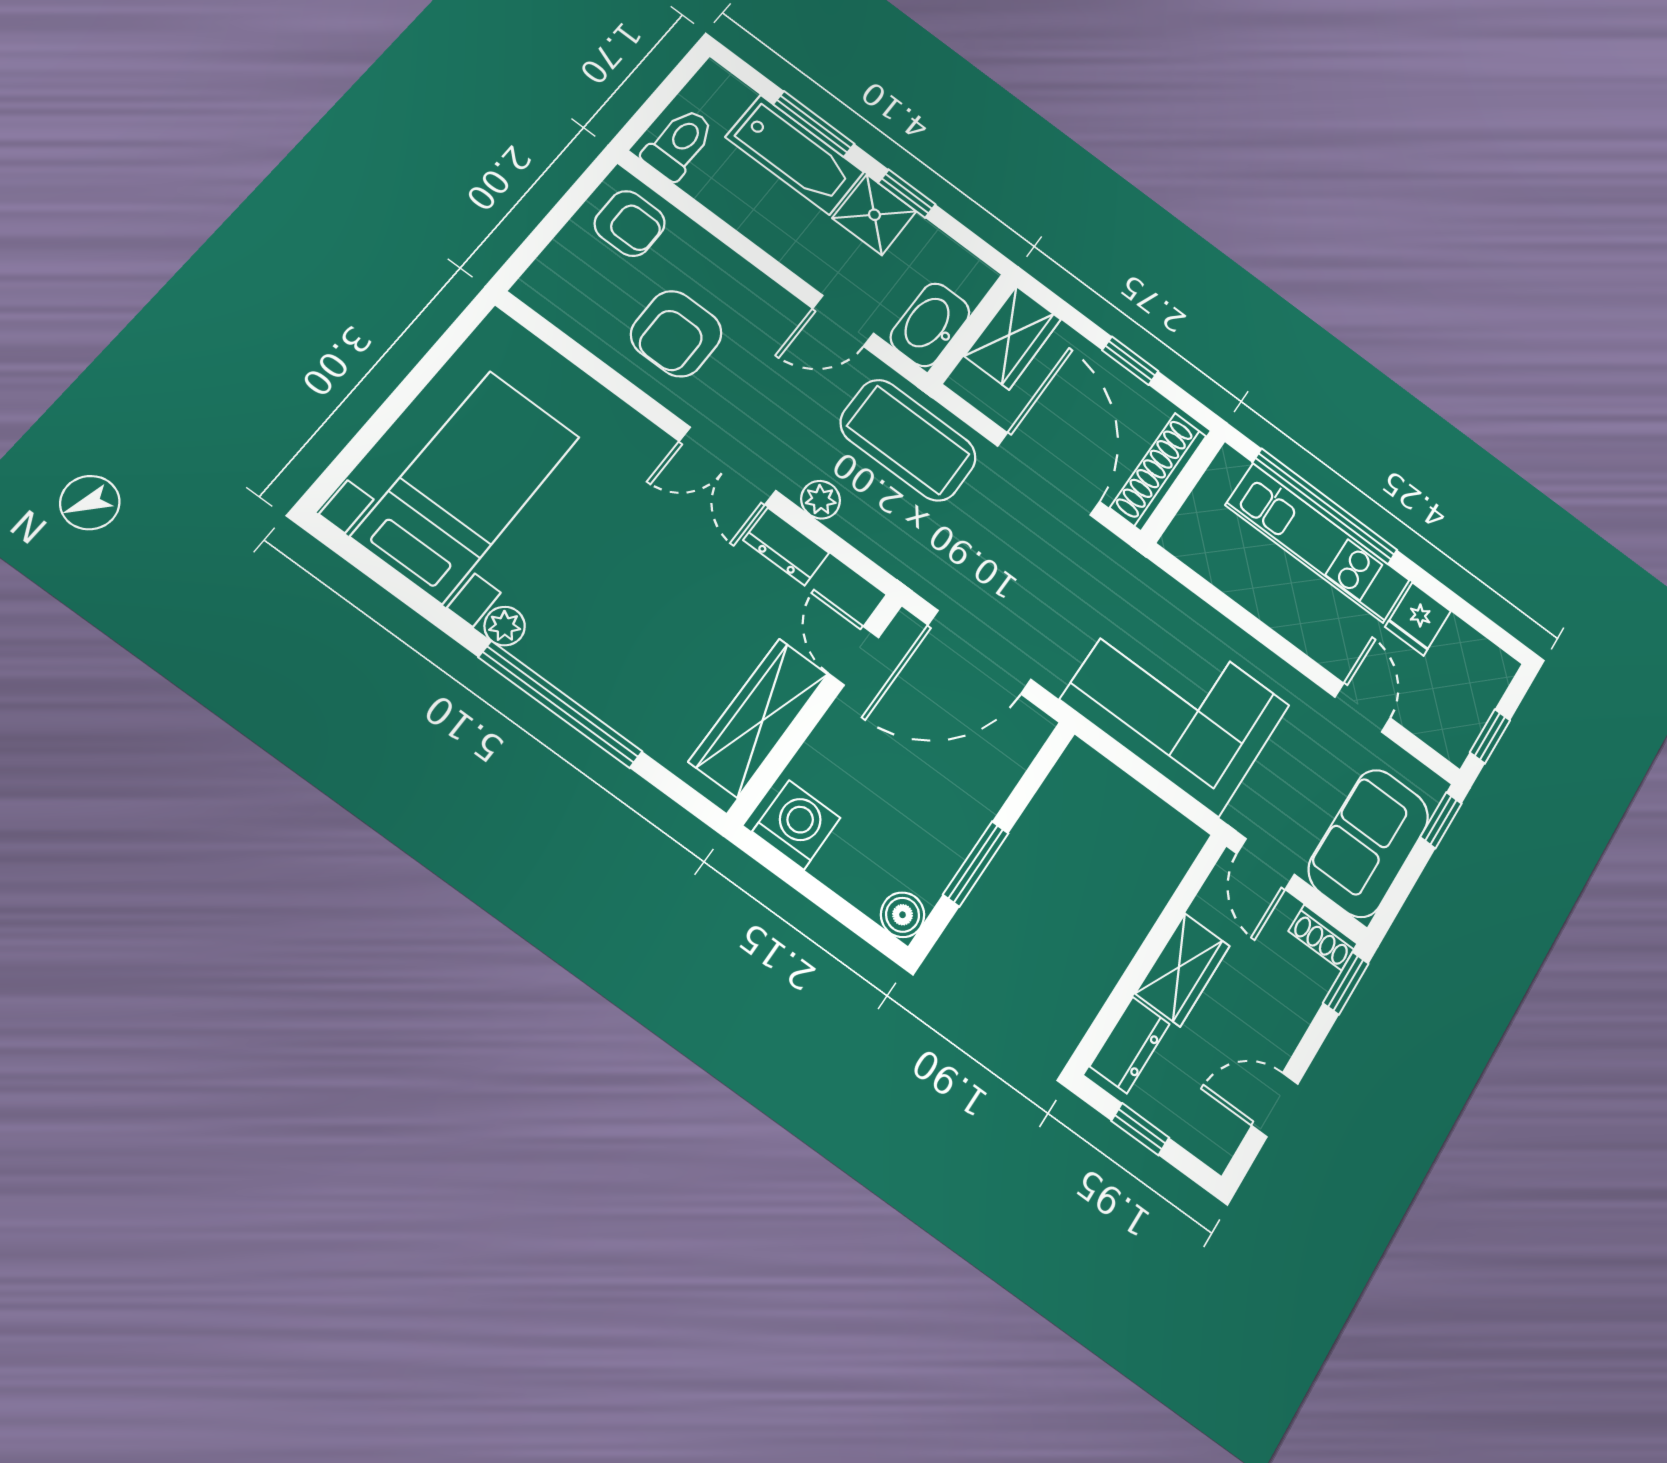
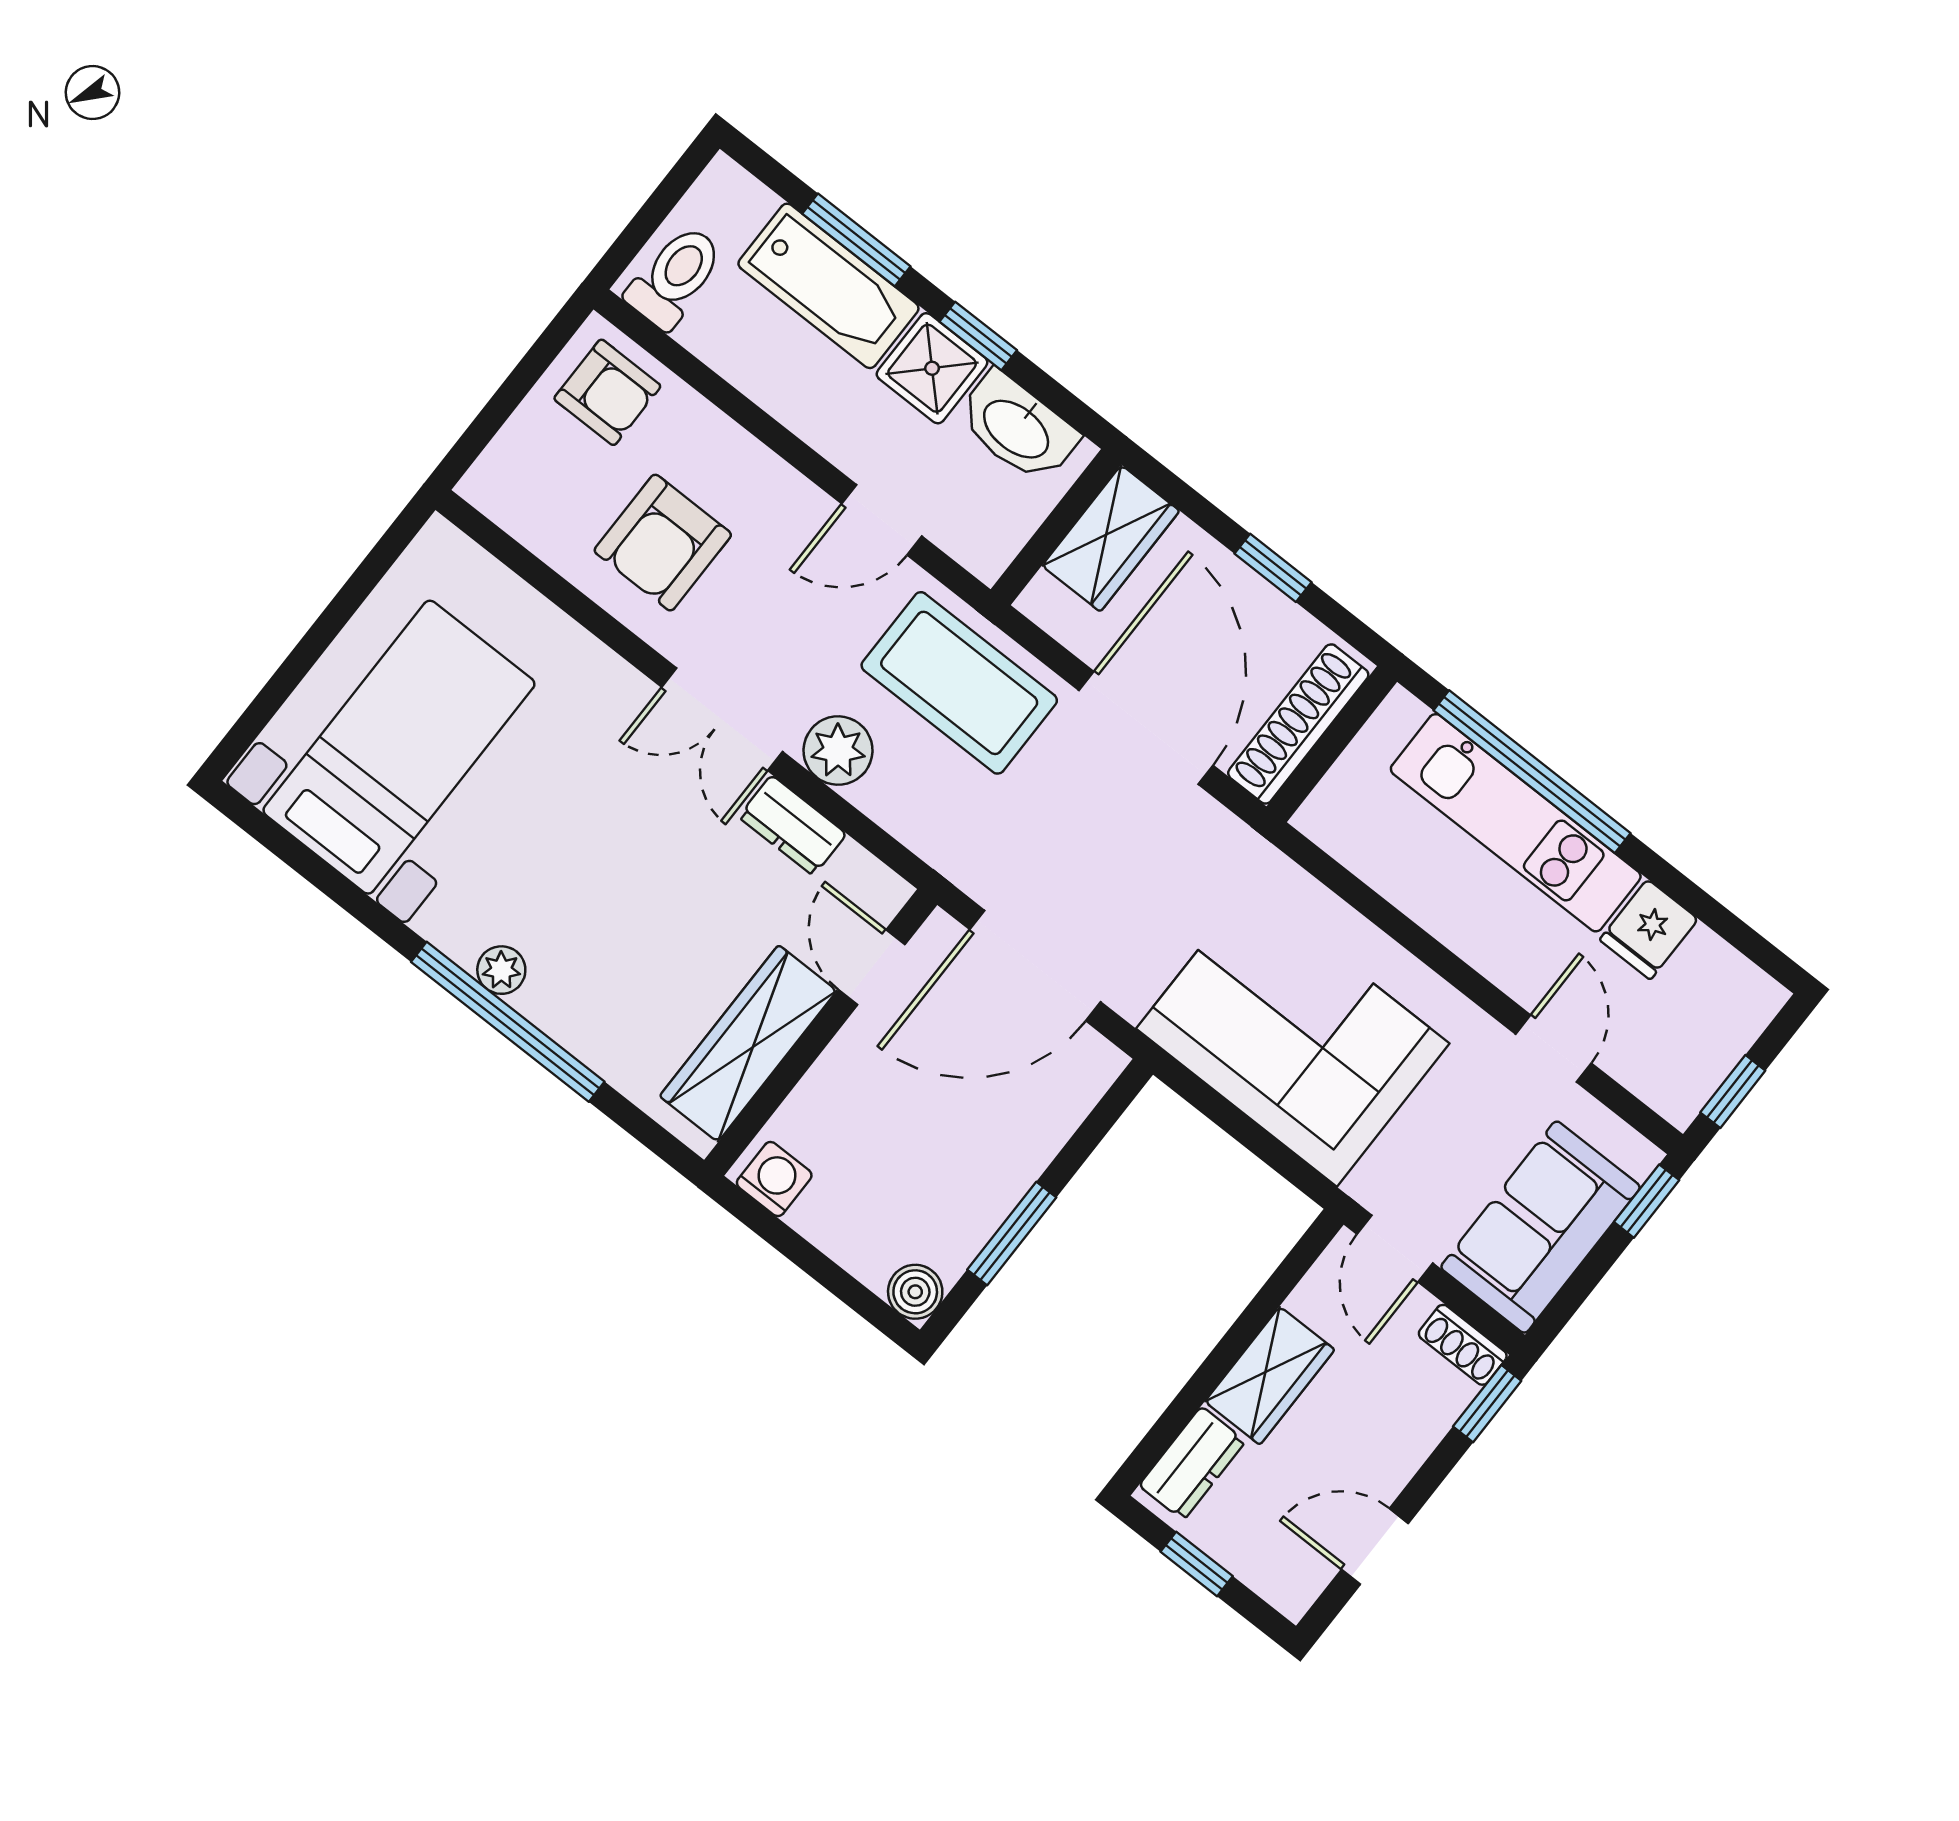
washbasin: (930, 325) -> (1017, 427), moved, turned -90
plant: (821, 500) -> (838, 751), width x1.38, depth x1.38
plant: (505, 626) -> (501, 970), moved
washing machine: (796, 825) -> (774, 1179), width x0.73, depth x0.73

